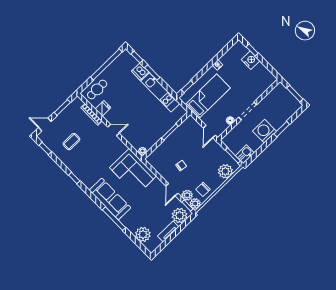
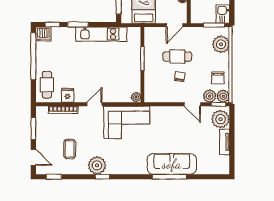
dishwasher: (140, 72) -> (43, 34), moved
door: (45, 124) -> (33, 157), swing flipped
door: (209, 132) -> (175, 25), hinge flipped
cafe table: (192, 152) -> (177, 57), added
corner sofa: (133, 172) -> (127, 122), moved
sofa: (110, 199) -> (172, 164), moved
plant: (143, 234) -> (97, 165), moved

